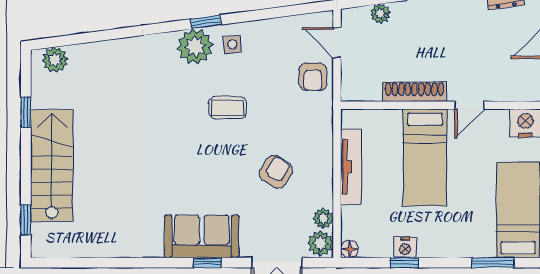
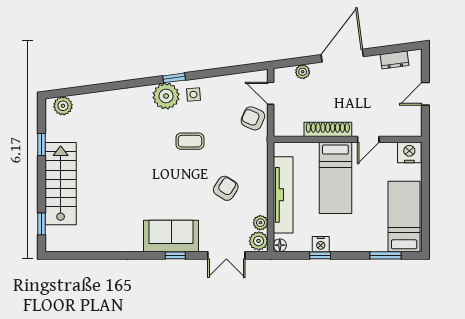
armchair: (313, 77) -> (253, 118), turned 113
tv unit: (351, 167) -> (283, 195), width x1.36, depth x1.29

